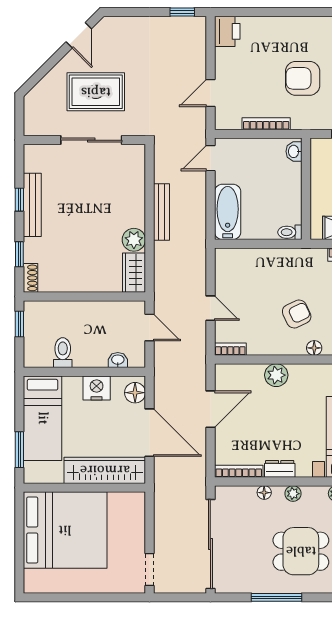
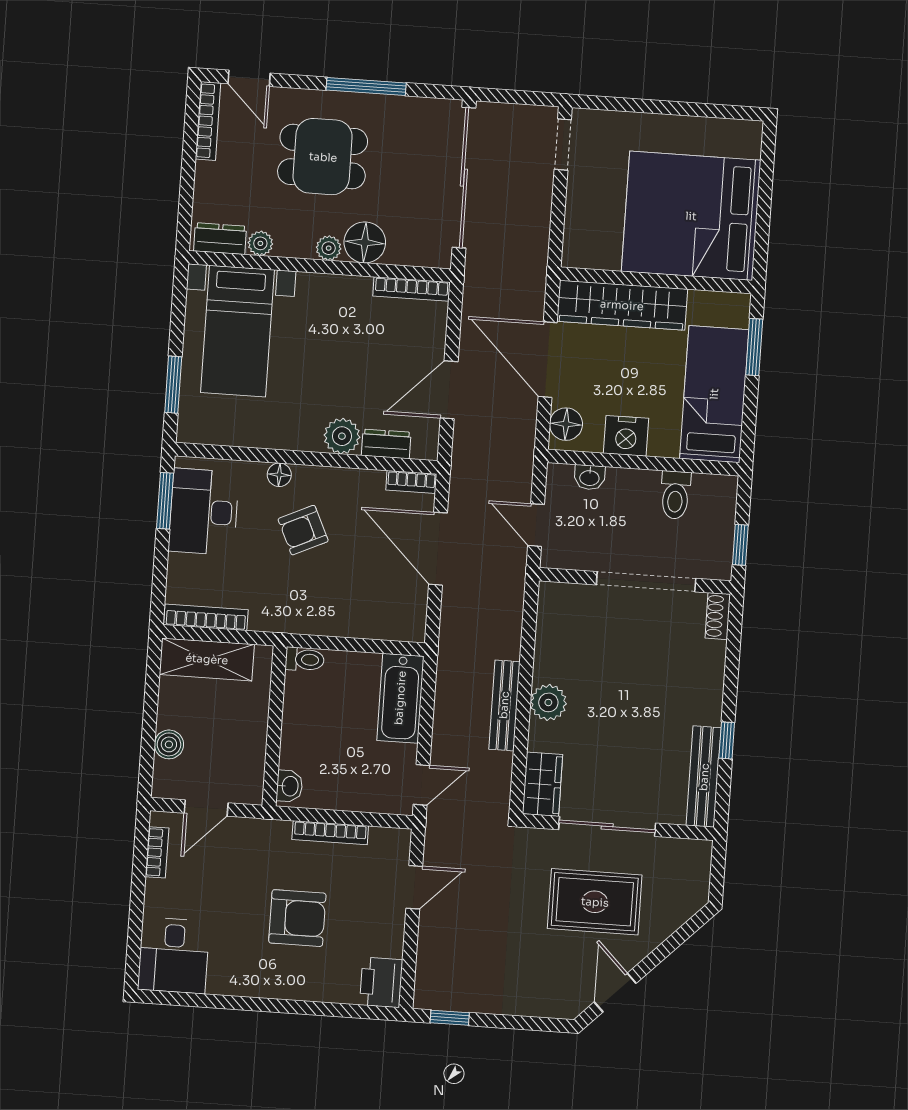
armchair: (303, 78) -> (297, 918), moved
bench: (32, 205) -> (704, 777), moved
plant: (134, 240) -> (548, 702), moved
window: (19, 254) -> (733, 655), removed
wardrobe: (134, 273) -> (542, 784), moved
doorway: (77, 297) -> (646, 582), added
door: (210, 308) -> (438, 549), width x1.88
dresser: (280, 469) -> (386, 444), moved, turned 180
floor lamp: (264, 493) -> (365, 242), width x1.89, depth x1.89

